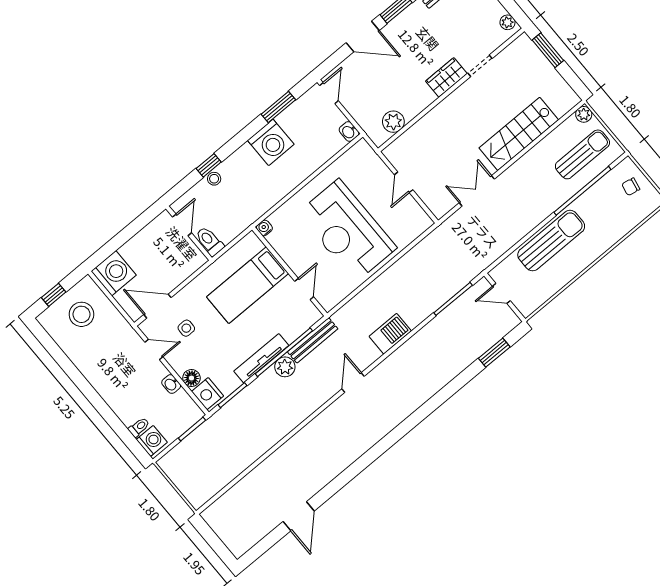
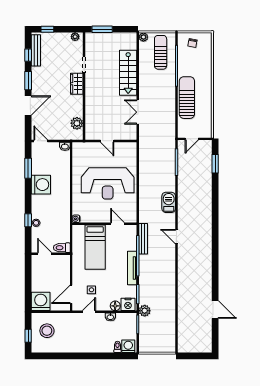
plant: (285, 367) -> (145, 311), moved

